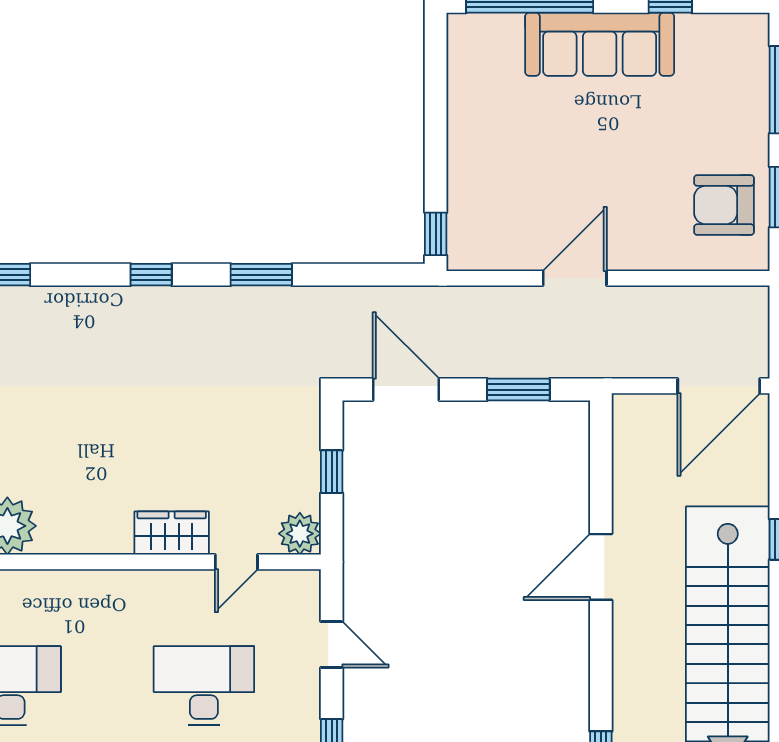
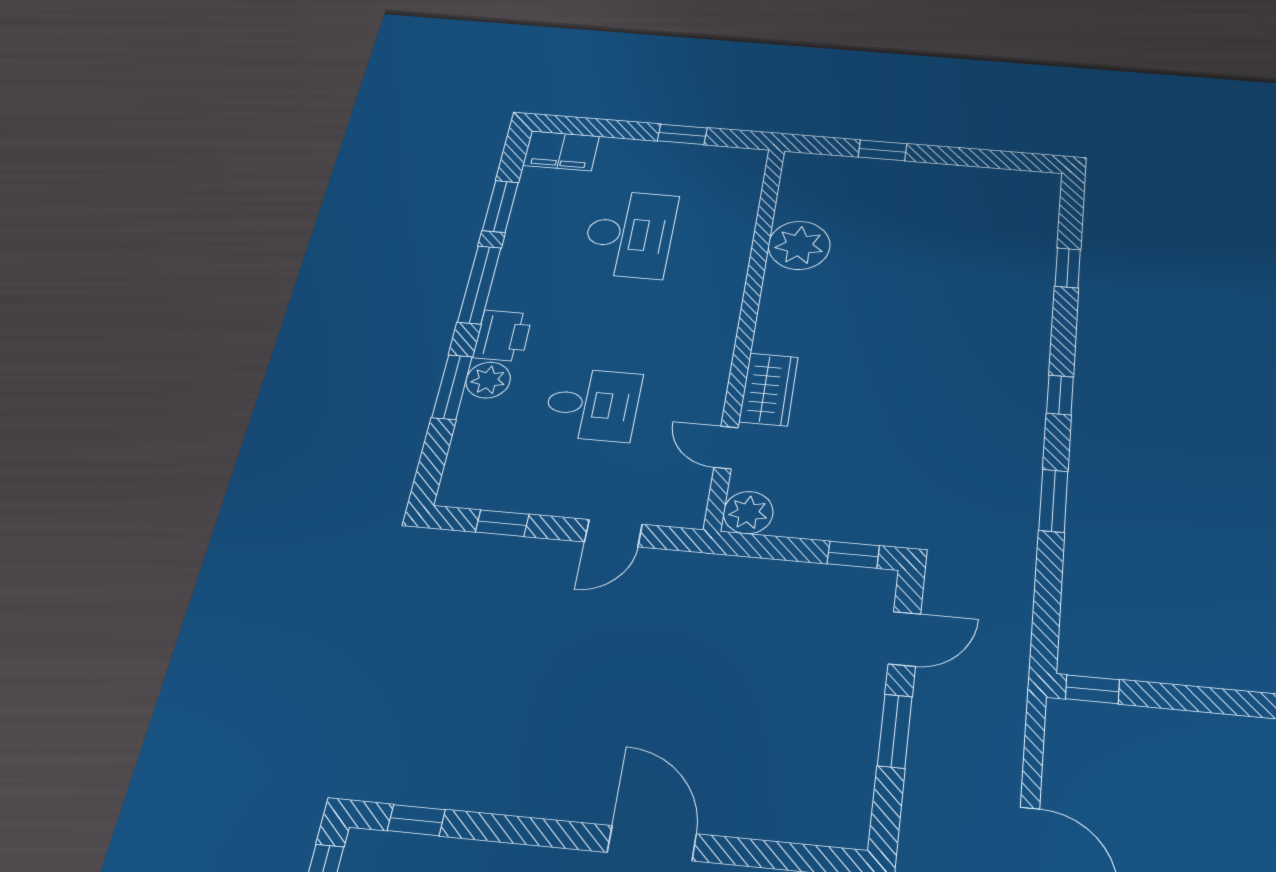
door: (406, 390) -> (904, 639), width x0.73
window: (518, 390) -> (895, 731), moved
window: (332, 472) -> (853, 555), moved
desk: (204, 686) -> (593, 405), width x0.73

